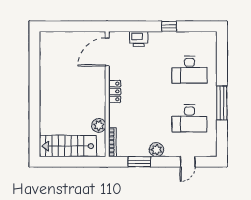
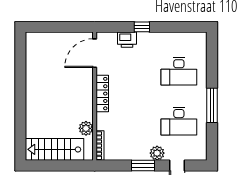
window: (169, 26) -> (142, 27), moved
locker: (115, 91) -> (102, 94), width x1.53
plant: (156, 150) -> (157, 153), moved
window: (139, 162) -> (143, 165), moved

